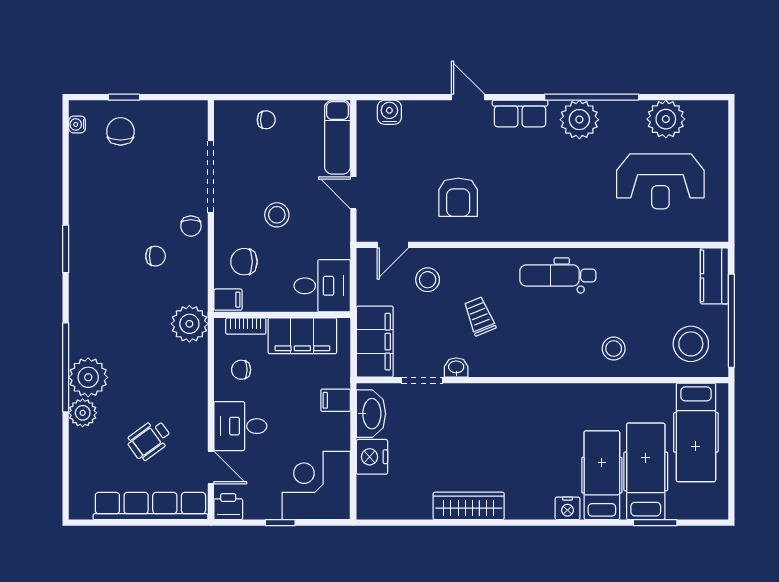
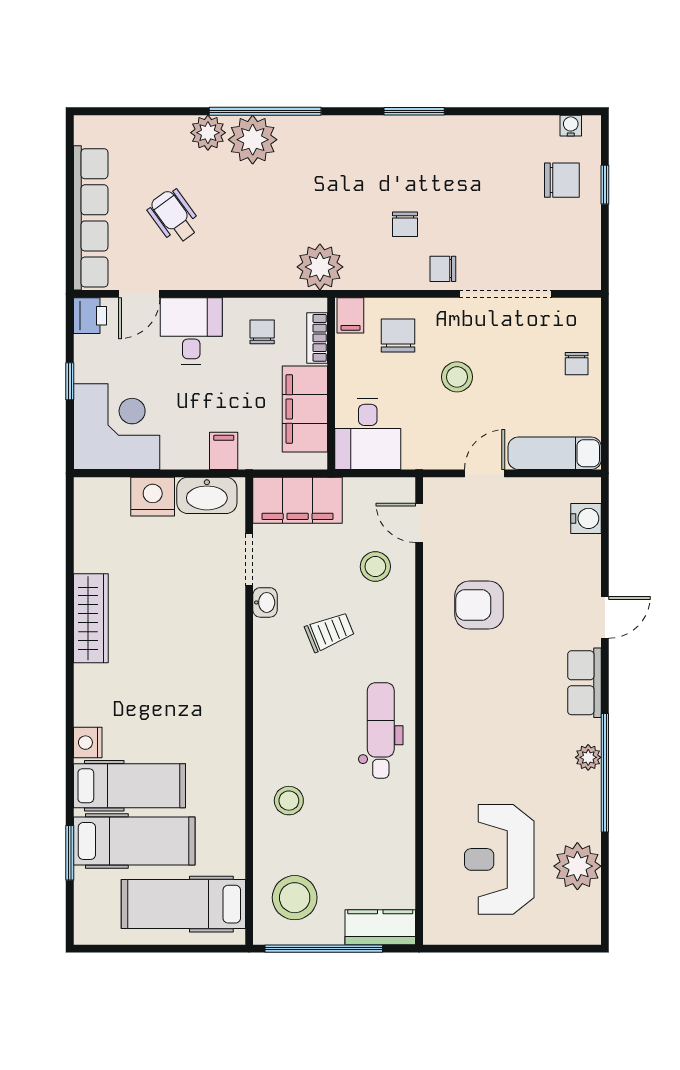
plant: (579, 120) -> (588, 757), width x0.53, depth x0.53

